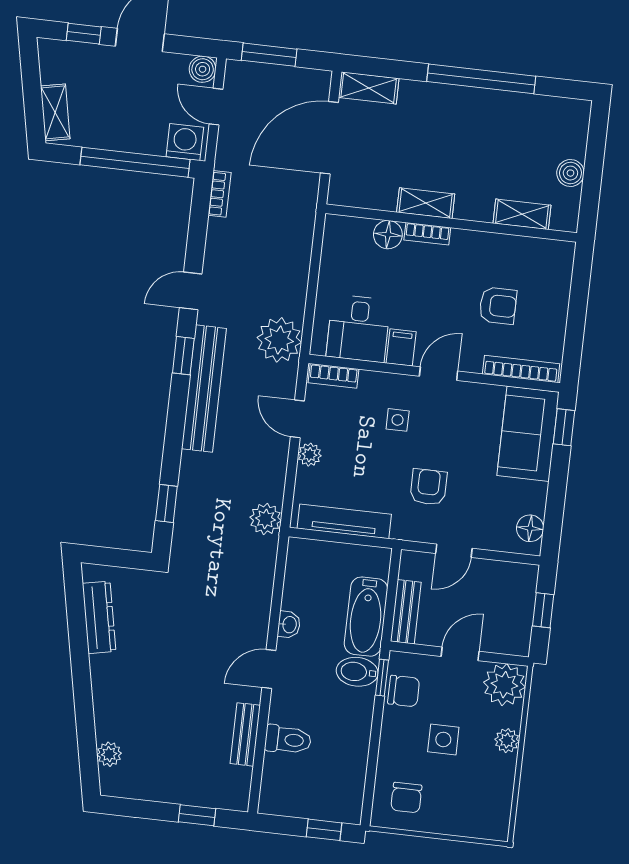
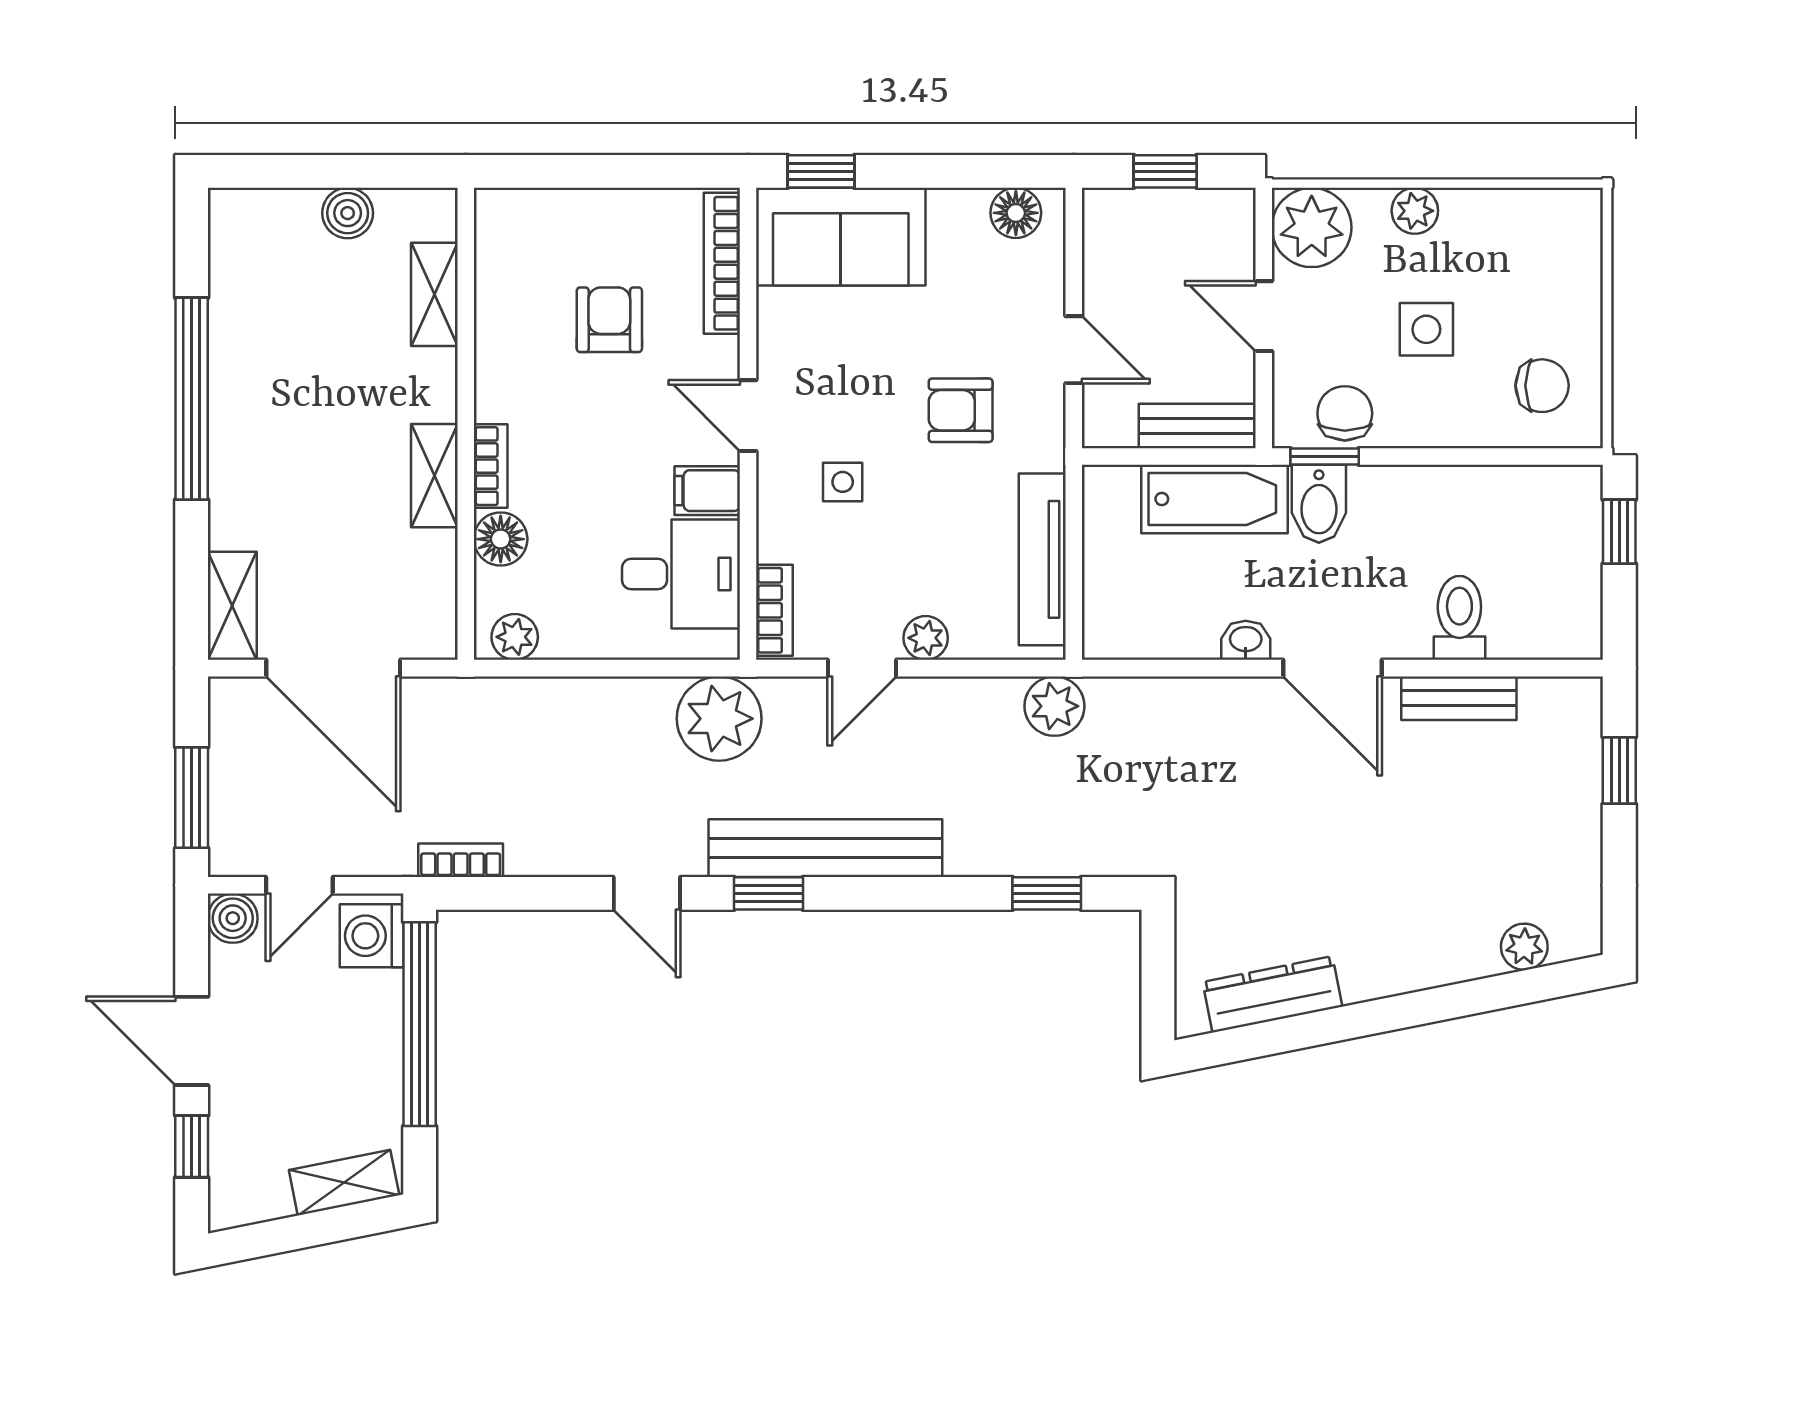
plant: (335, 236) -> (515, 637), added
door: (269, 669) -> (1333, 668), width x1.38

